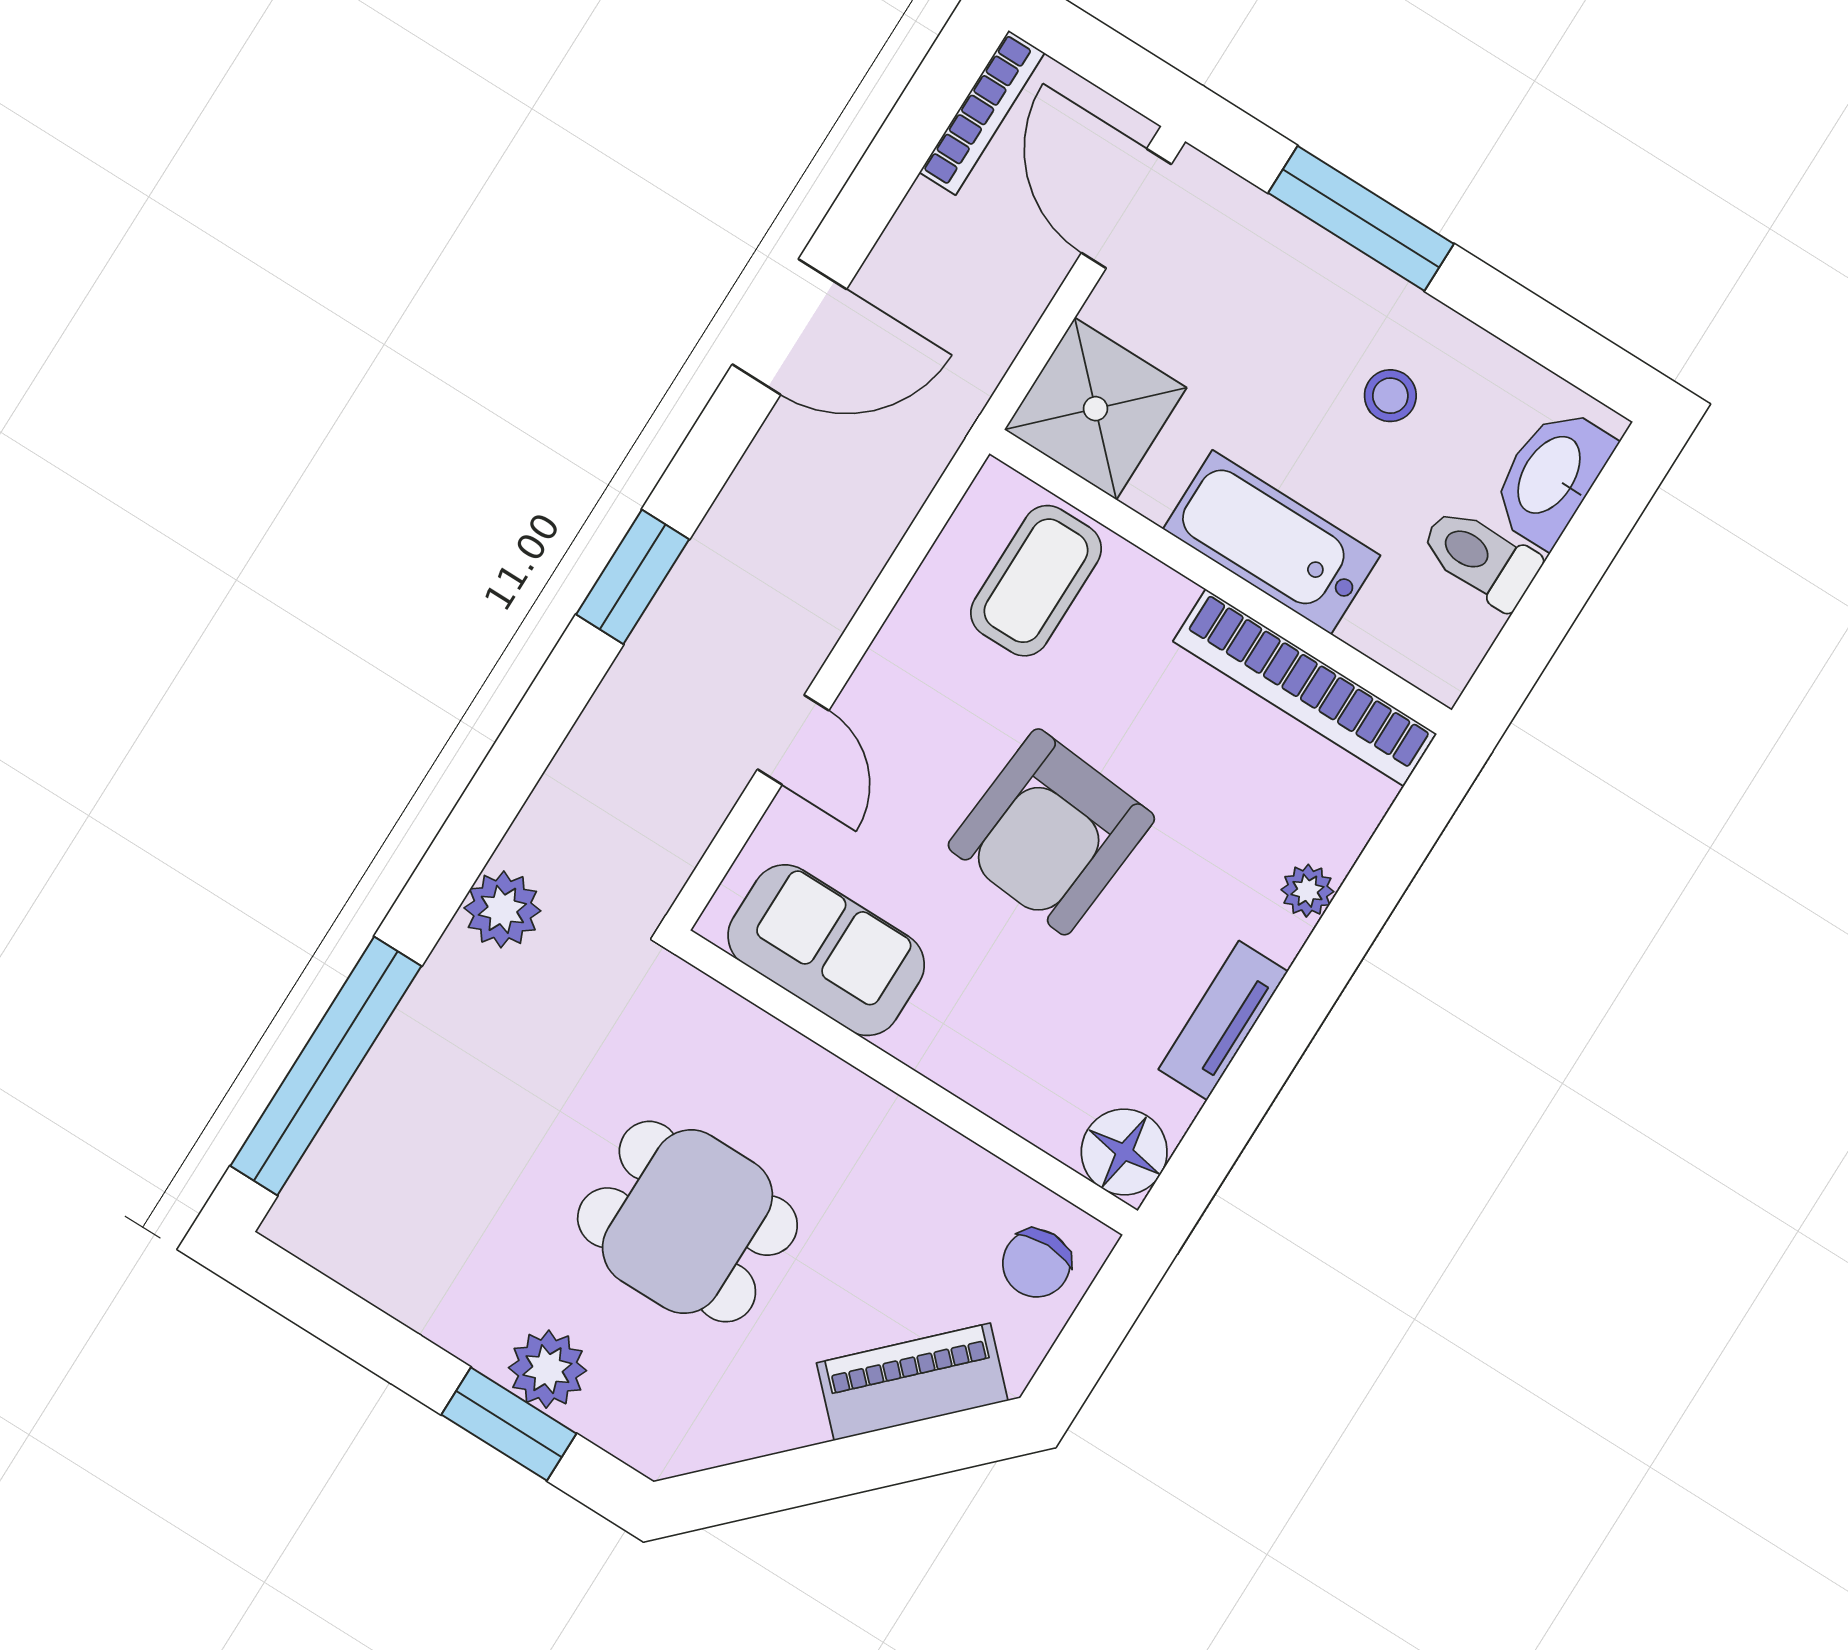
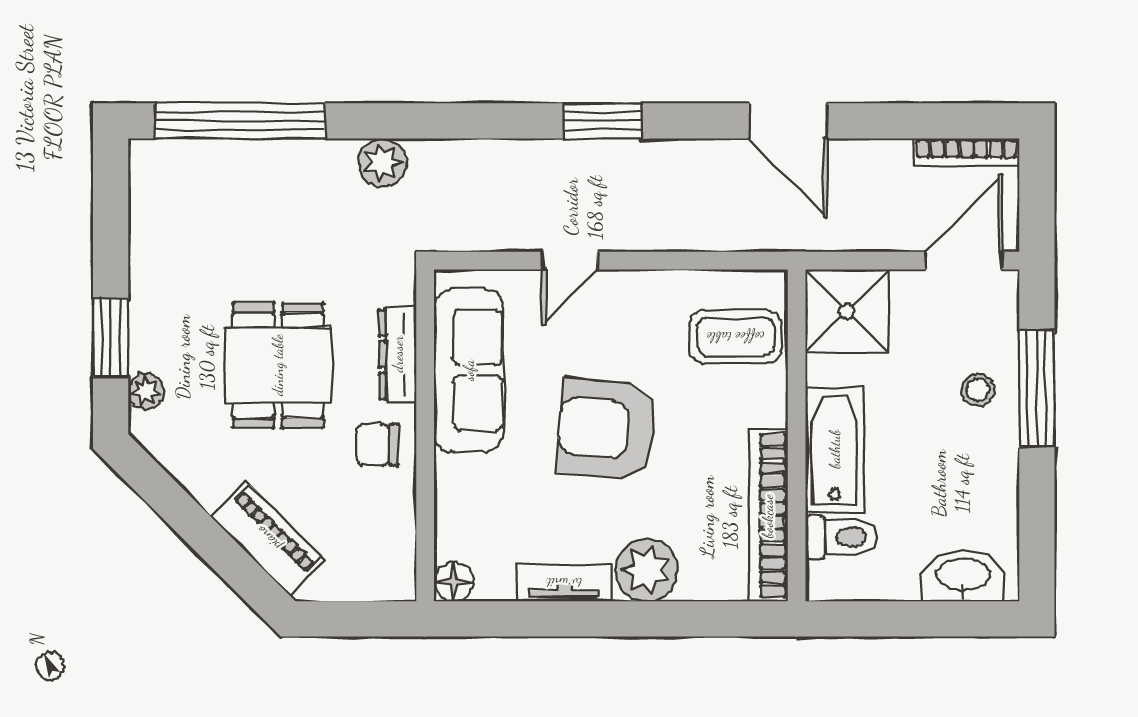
stool: (1390, 396) -> (978, 390), moved
toilet: (1480, 557) -> (841, 537), moved, turned 90
plant: (1307, 891) -> (647, 570), width x1.87, depth x1.87
sofa: (826, 950) -> (469, 370), width x1.36
dresser: (774, 1051) -> (398, 354), added
floor lamp: (1124, 1152) -> (454, 582), width x0.73, depth x0.73
chair: (1036, 1263) -> (377, 444), moved
plant: (547, 1369) -> (146, 391), moved, width x0.73, depth x0.73

